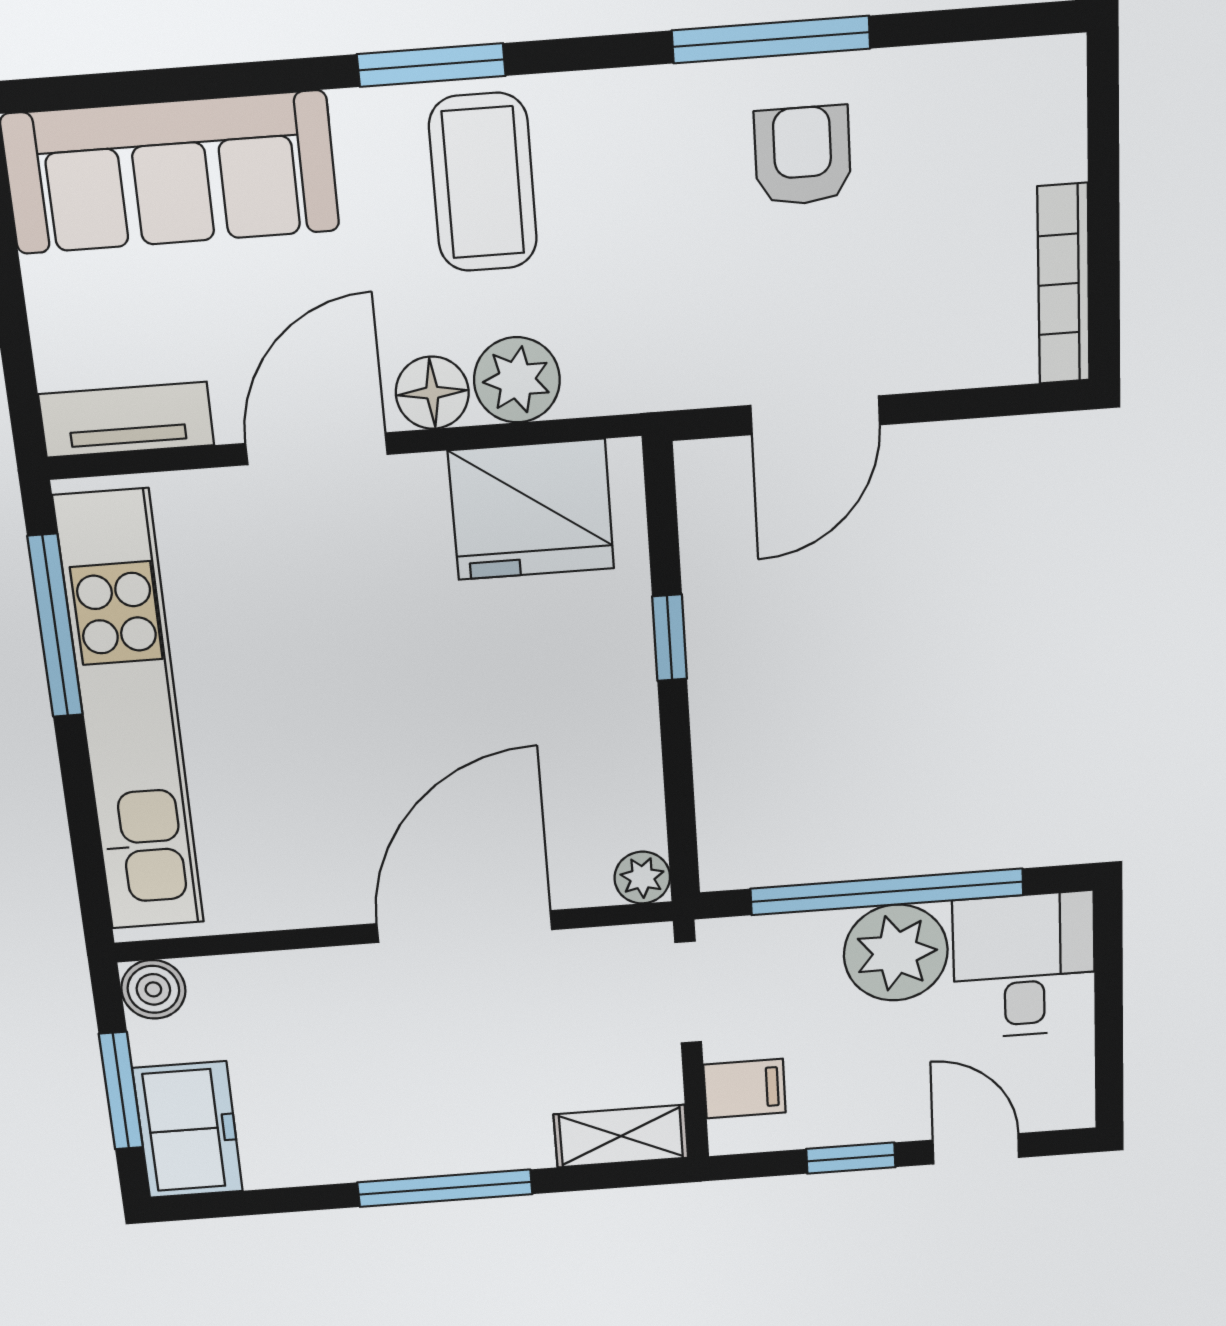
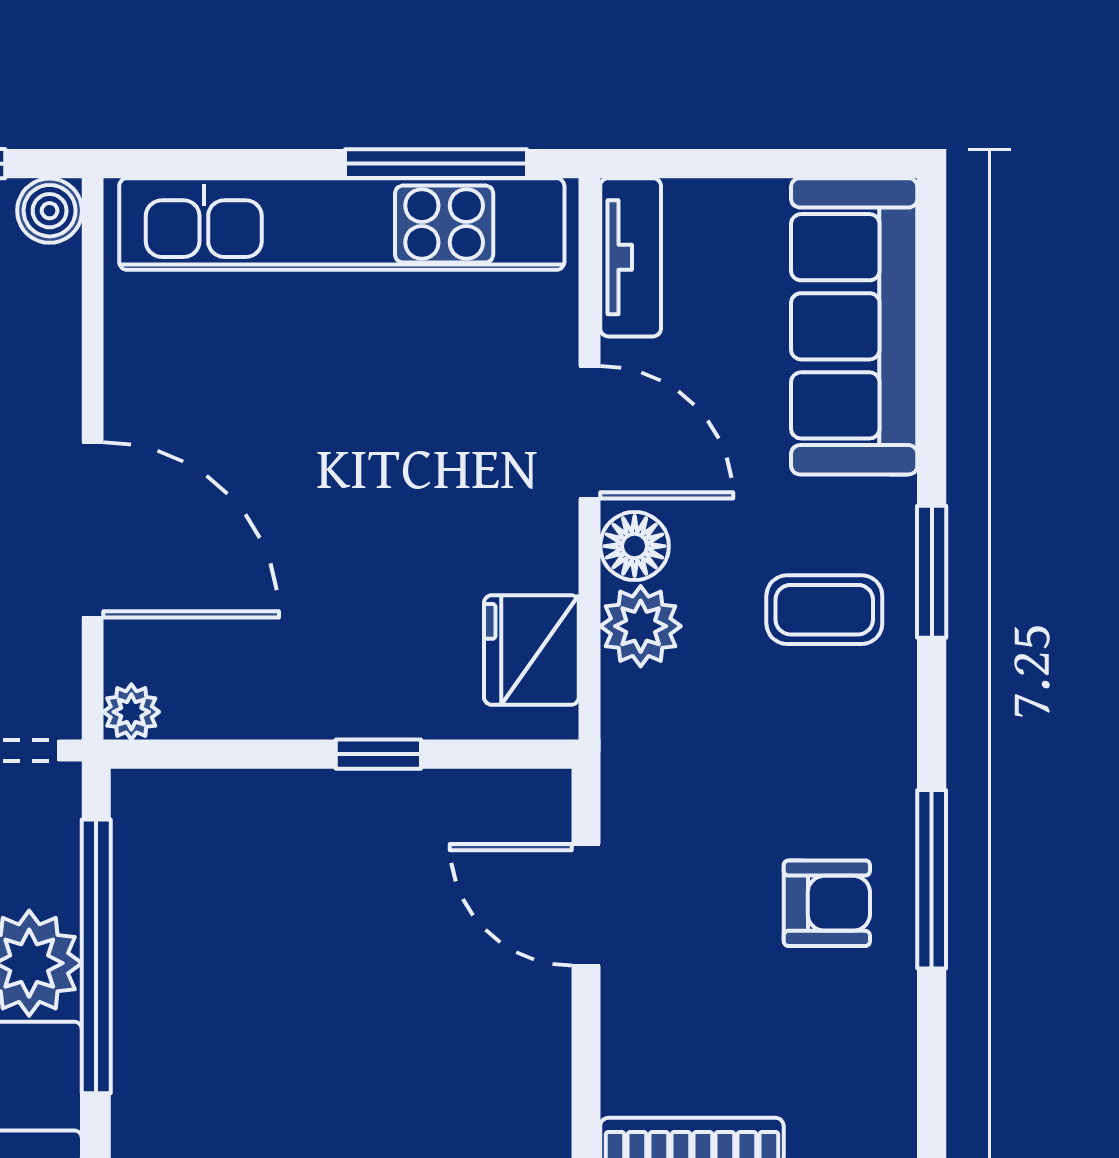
coffee table: (483, 183) -> (824, 610), width x0.73, depth x0.77
fridge: (531, 510) -> (531, 650), width x0.73, depth x0.75

